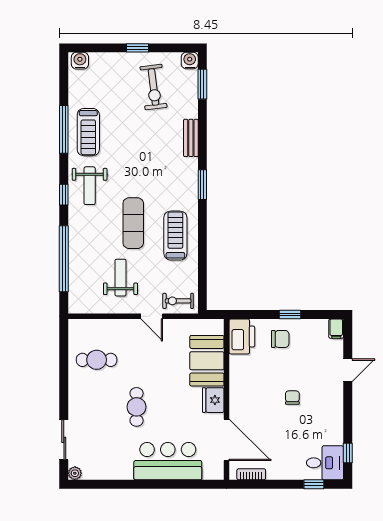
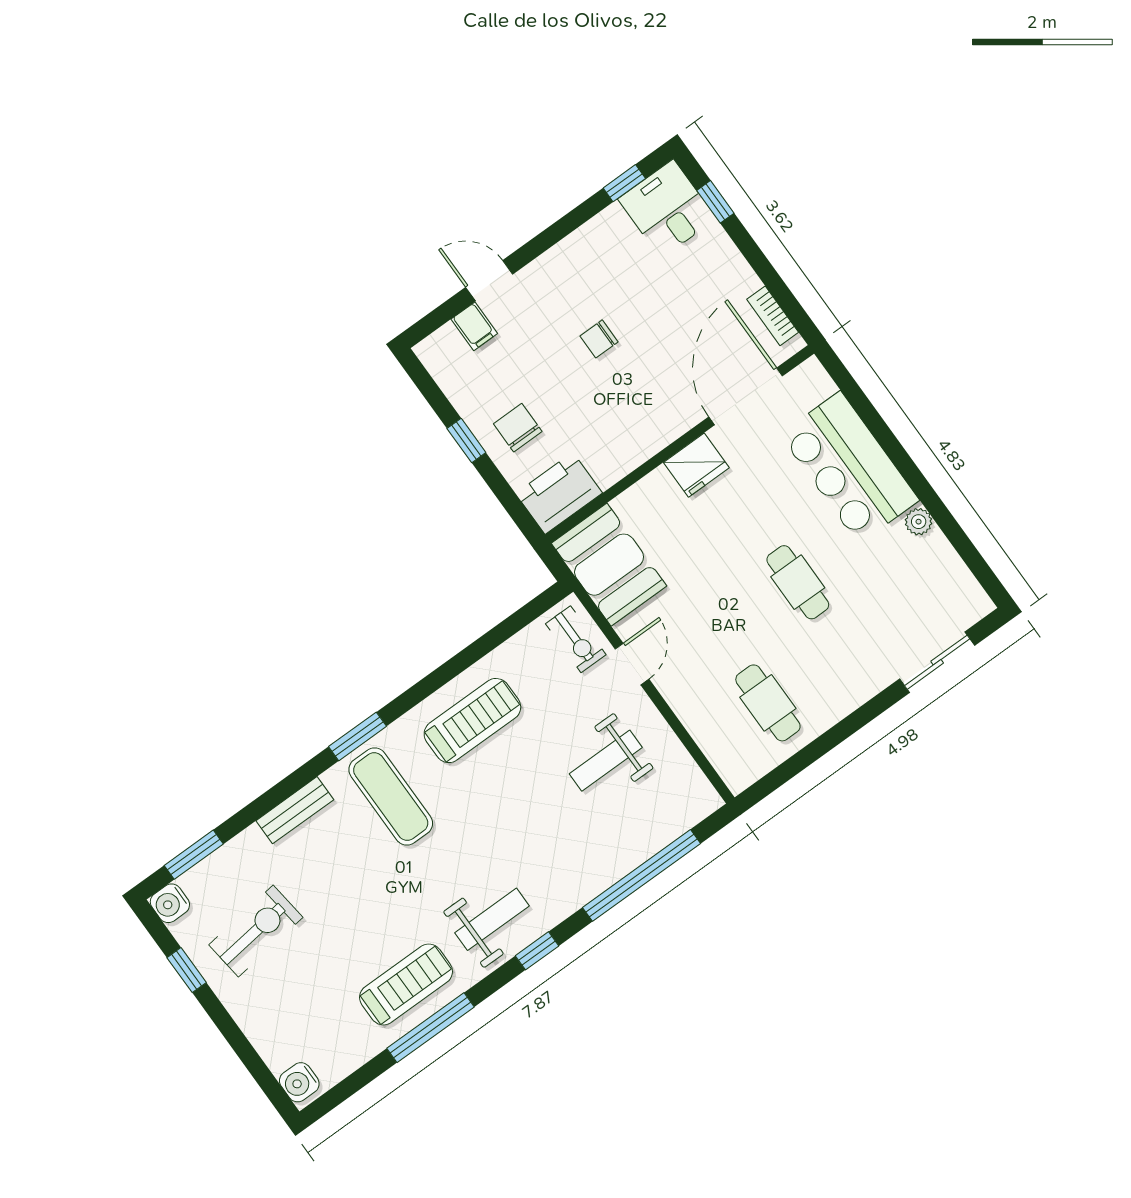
window: (137, 48) -> (187, 970), moved
exercise mat: (133, 223) -> (391, 796), moved, turned 90
treadmill: (175, 236) -> (472, 721), turned 180
filing cabinet: (336, 329) -> (474, 326), moved, turned 90
booth: (207, 361) -> (609, 565), moved, turned 90
cafe table: (137, 407) -> (798, 582), turned 90
plant: (75, 473) -> (919, 522), moved

